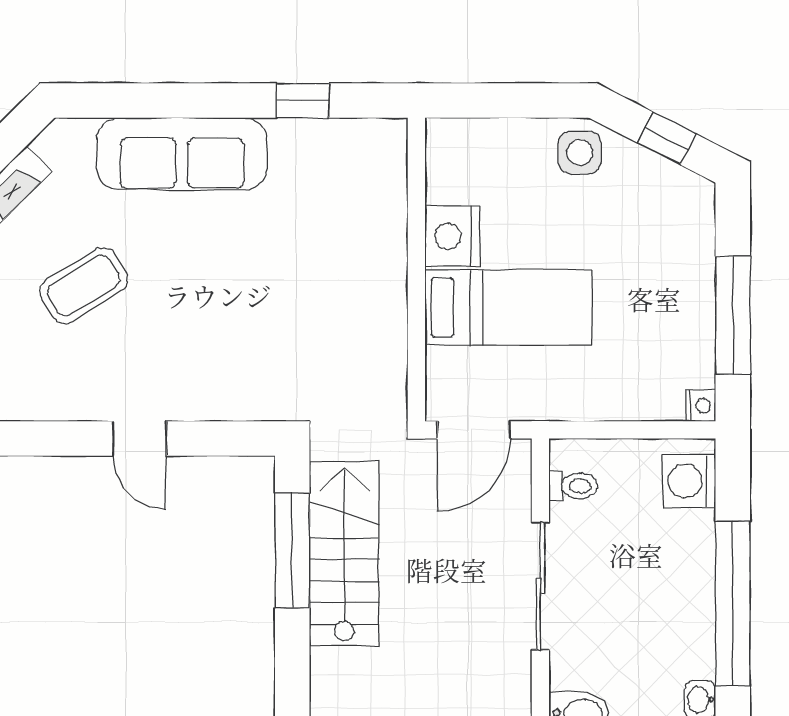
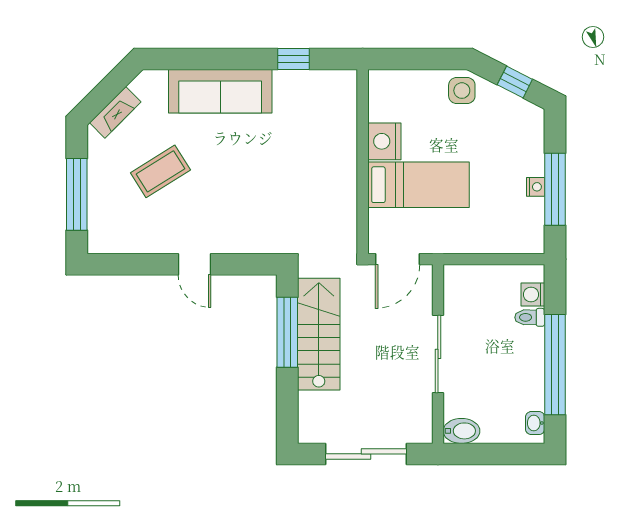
nightstand: (701, 406) -> (536, 187), moved
washing machine: (689, 481) -> (533, 295), width x0.73, depth x0.73
toilet: (573, 486) -> (530, 317), moved, turned 180

